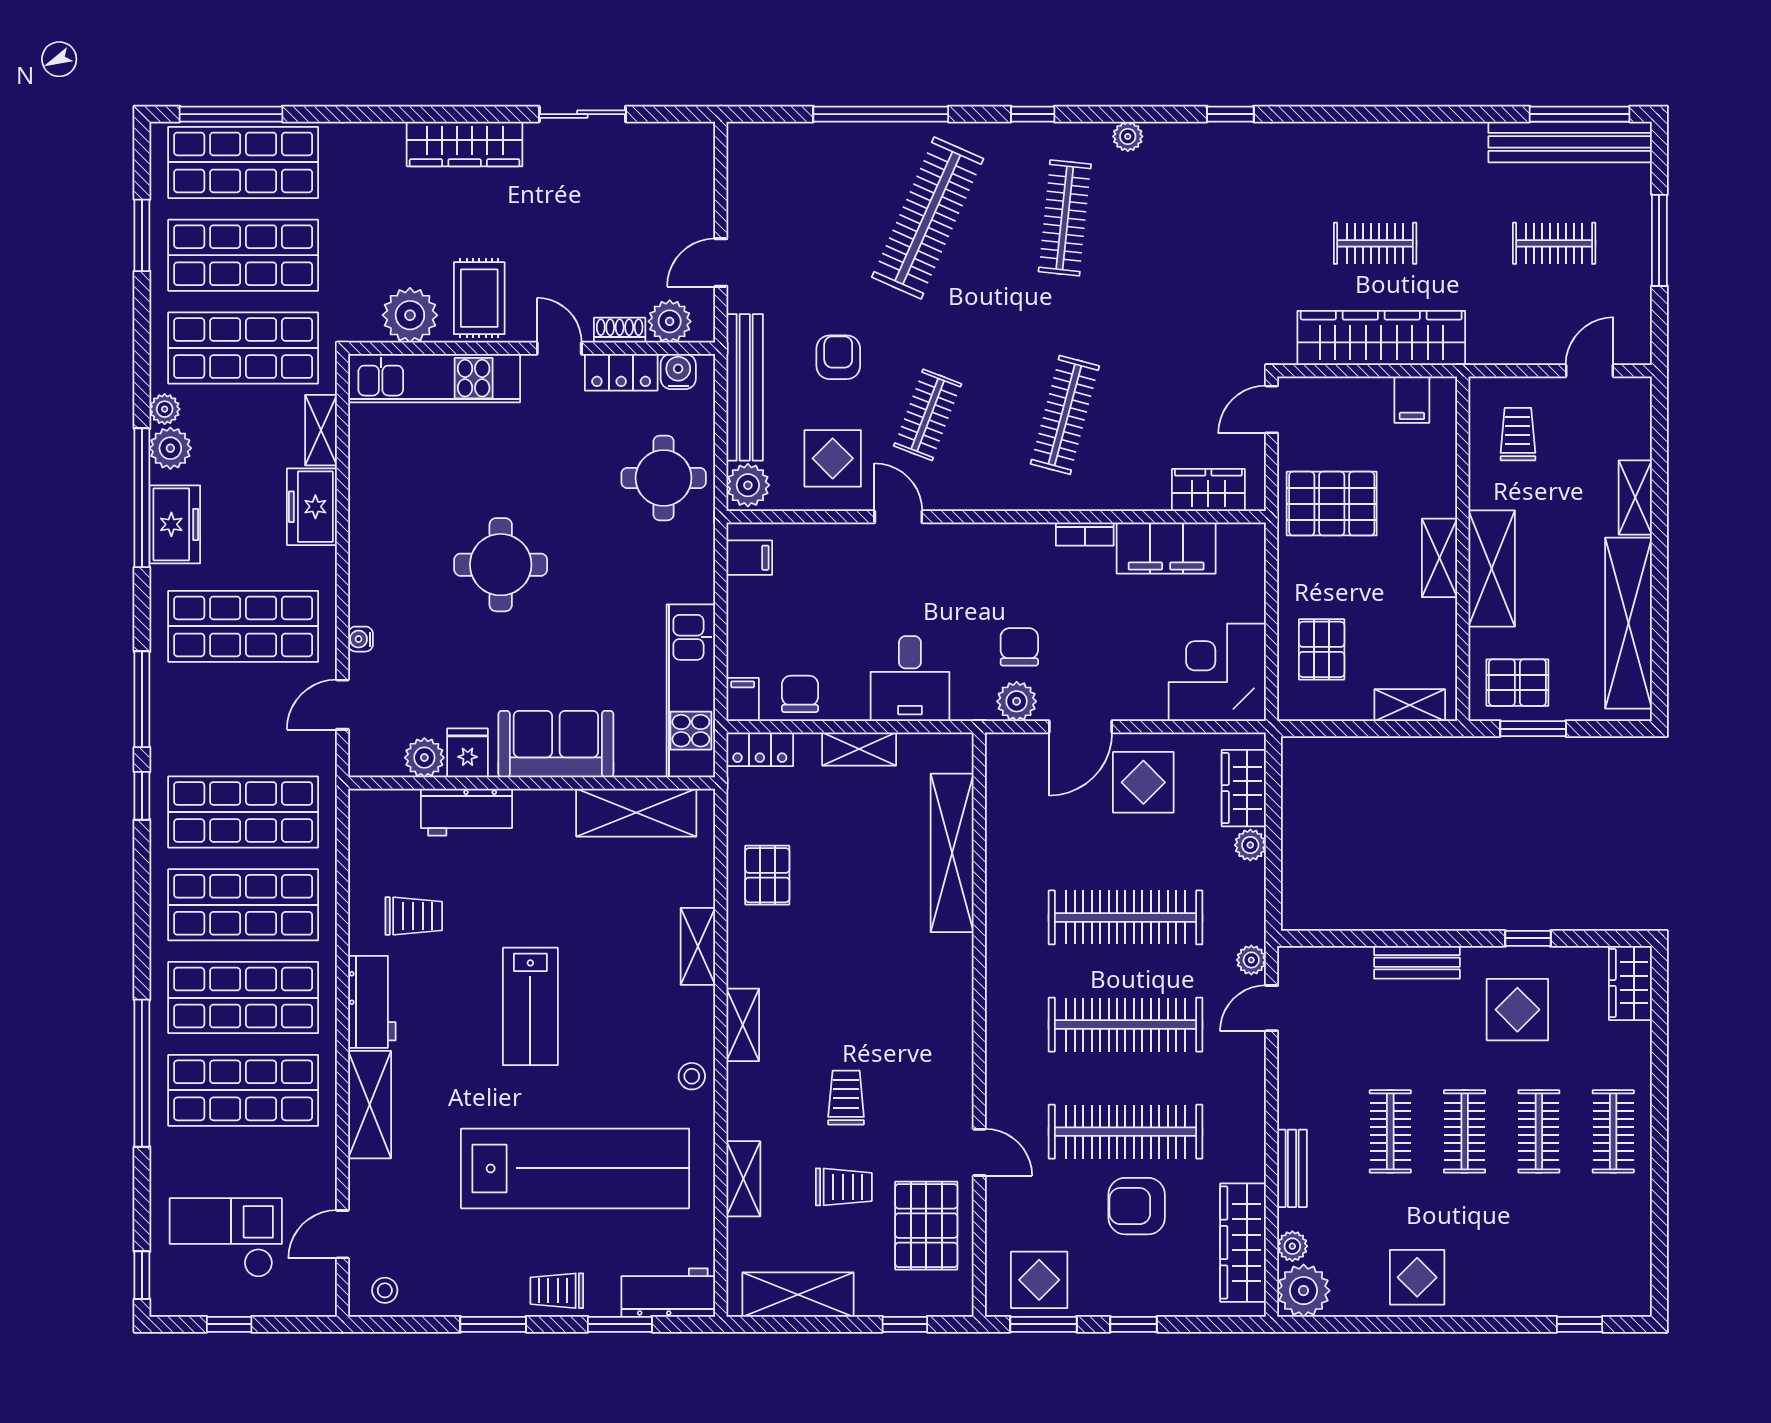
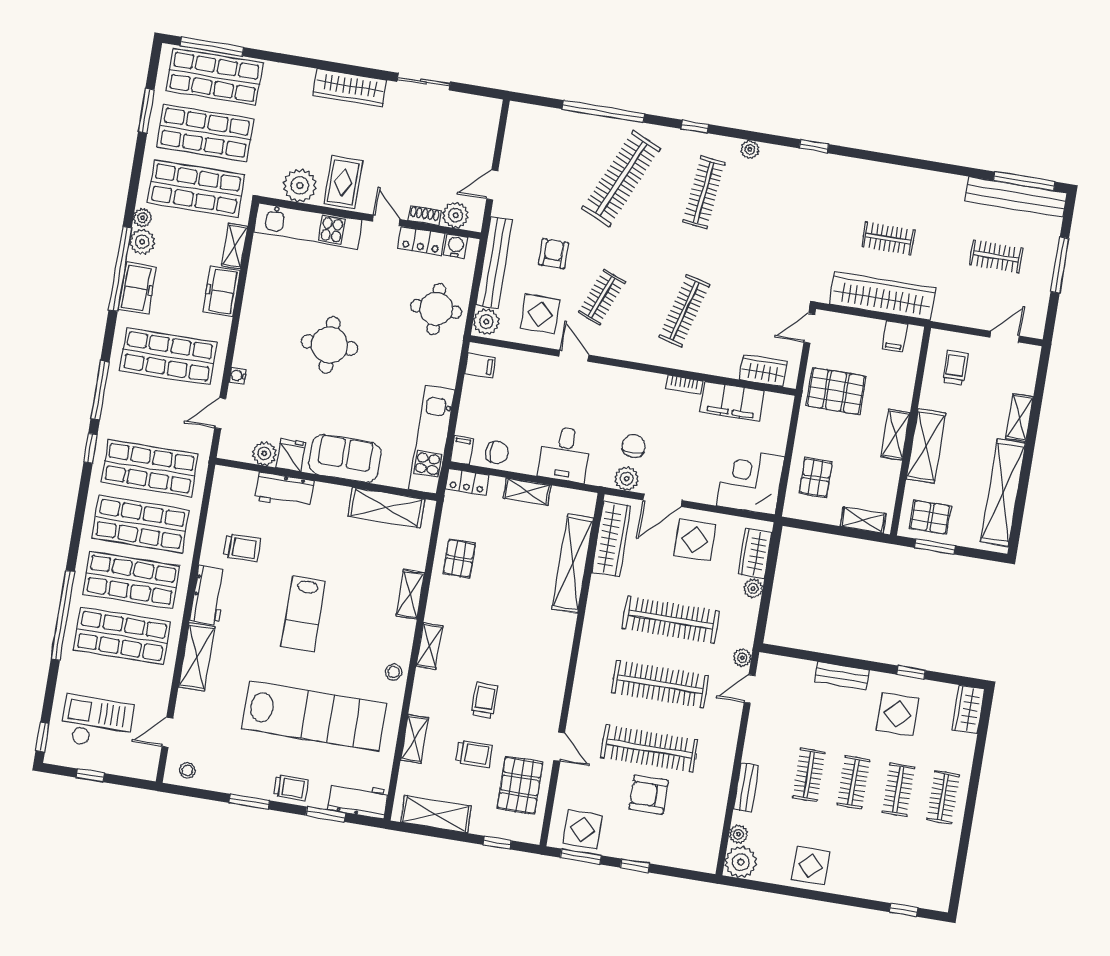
chair: (800, 694) -> (497, 453), turned 90
wardrobe: (1243, 1243) -> (611, 539), moved, turned 180
trolley: (557, 1291) -> (291, 788), turned 180

